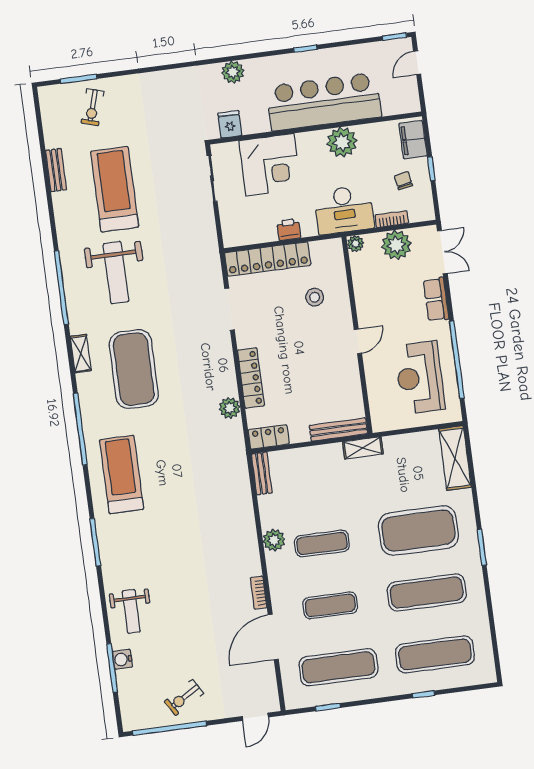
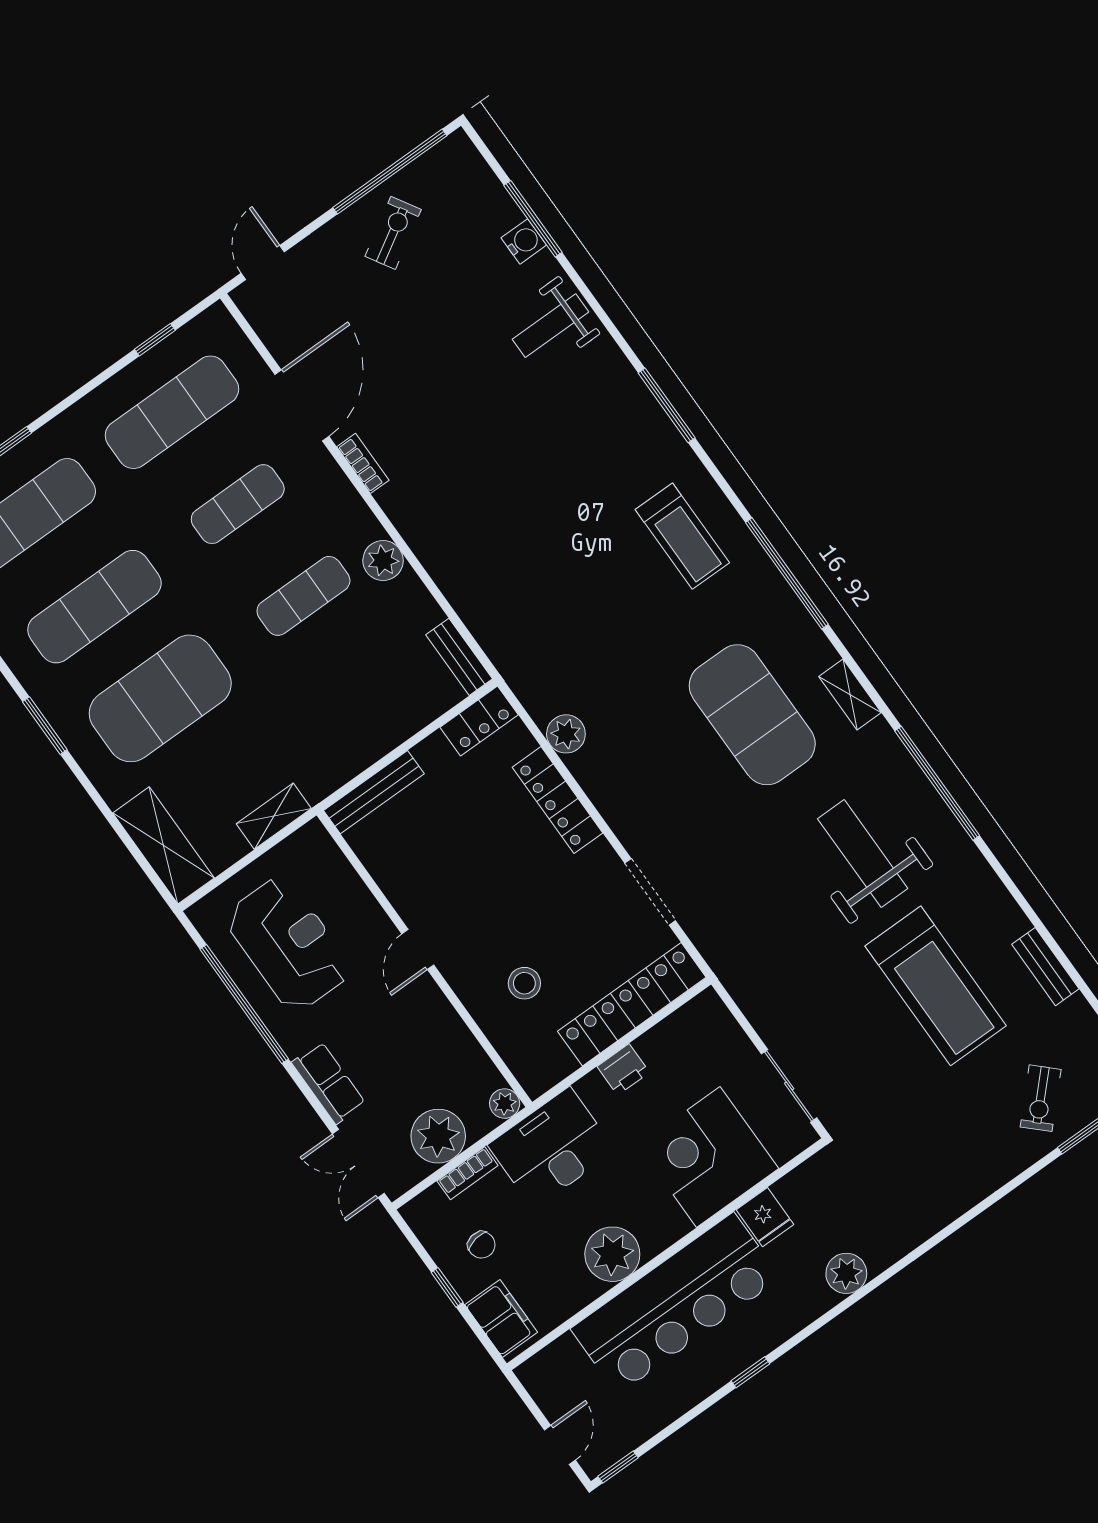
exercise bike: (93, 107) -> (1041, 1098), turned -153
fridge: (230, 124) -> (765, 1217), moved
shelving: (363, 448) -> (274, 816), moved
treadmill: (122, 474) -> (682, 536), width x0.73, depth x0.73
weight bench: (131, 611) -> (550, 326), turned -90

